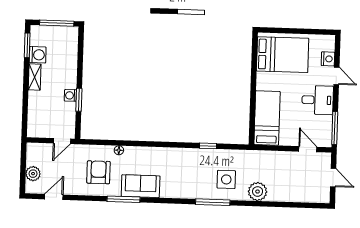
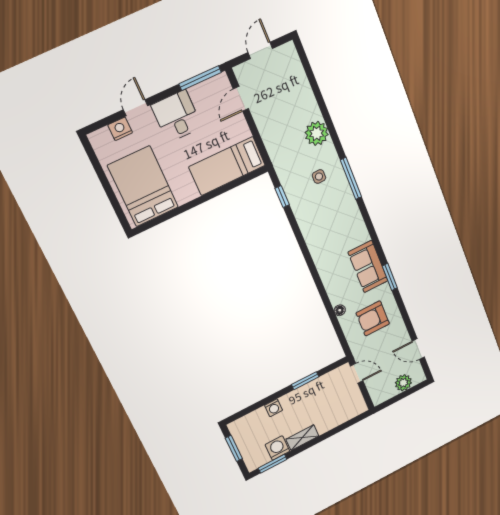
window: (57, 23) -> (234, 448), width x0.69
washing machine: (70, 95) -> (274, 408), moved
window: (208, 146) -> (282, 197), moved
side table: (226, 179) -> (319, 177), width x0.54, depth x0.54
window: (124, 199) -> (390, 277), width x0.69

